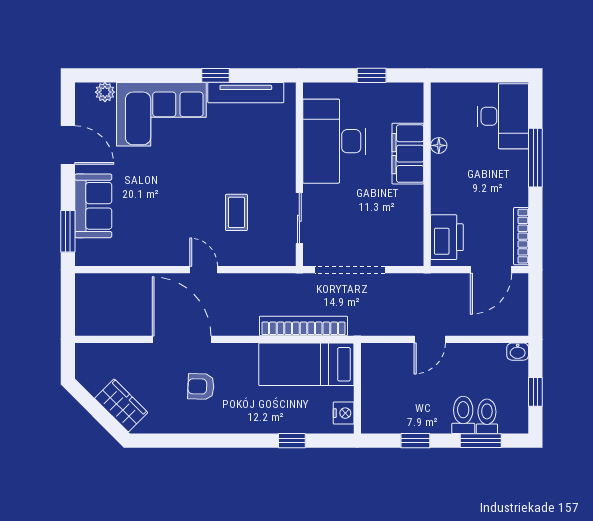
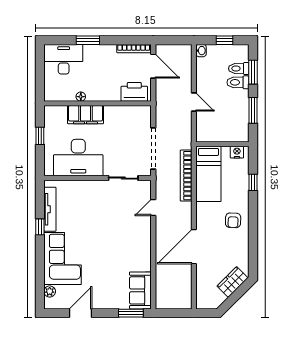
window: (535, 158) -> (88, 40), width x0.69
sofa: (93, 206) -> (140, 290), moved, turned -90
coffee table: (236, 212) -> (120, 215), removed
door: (204, 270) -> (153, 208), moved
armchair: (201, 387) -> (233, 220), moved
window: (415, 441) -> (253, 110), width x1.50

